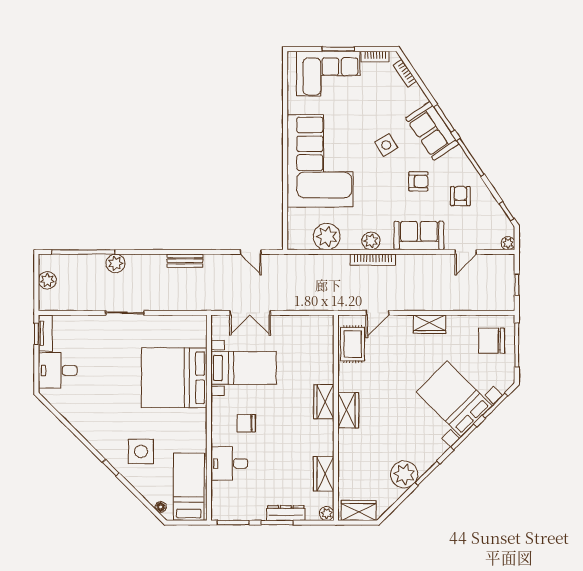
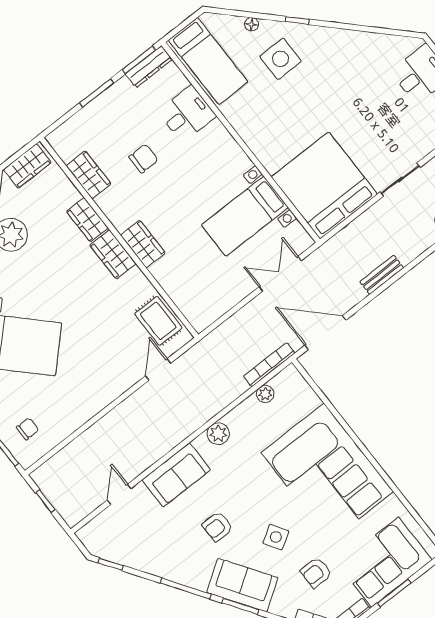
armchair: (460, 196) -> (316, 573), moved, turned 90
plant: (327, 237) -> (265, 394), width x0.53, depth x0.53
plant: (508, 243) -> (85, 535), removed
door: (251, 252) -> (325, 333), width x1.88
bookcase: (373, 260) -> (269, 365), moved
wardrobe: (430, 324) -> (87, 220), moved, turned -90
chair: (492, 341) -> (28, 429), width x0.54, depth x0.54
bed: (174, 378) -> (324, 186), moved, turned -90
chair: (246, 423) -> (143, 158), moved
floor lamp: (161, 507) -> (252, 24), moved
dresser: (286, 513) -> (149, 67), moved
plant: (327, 513) -> (56, 139), removed

